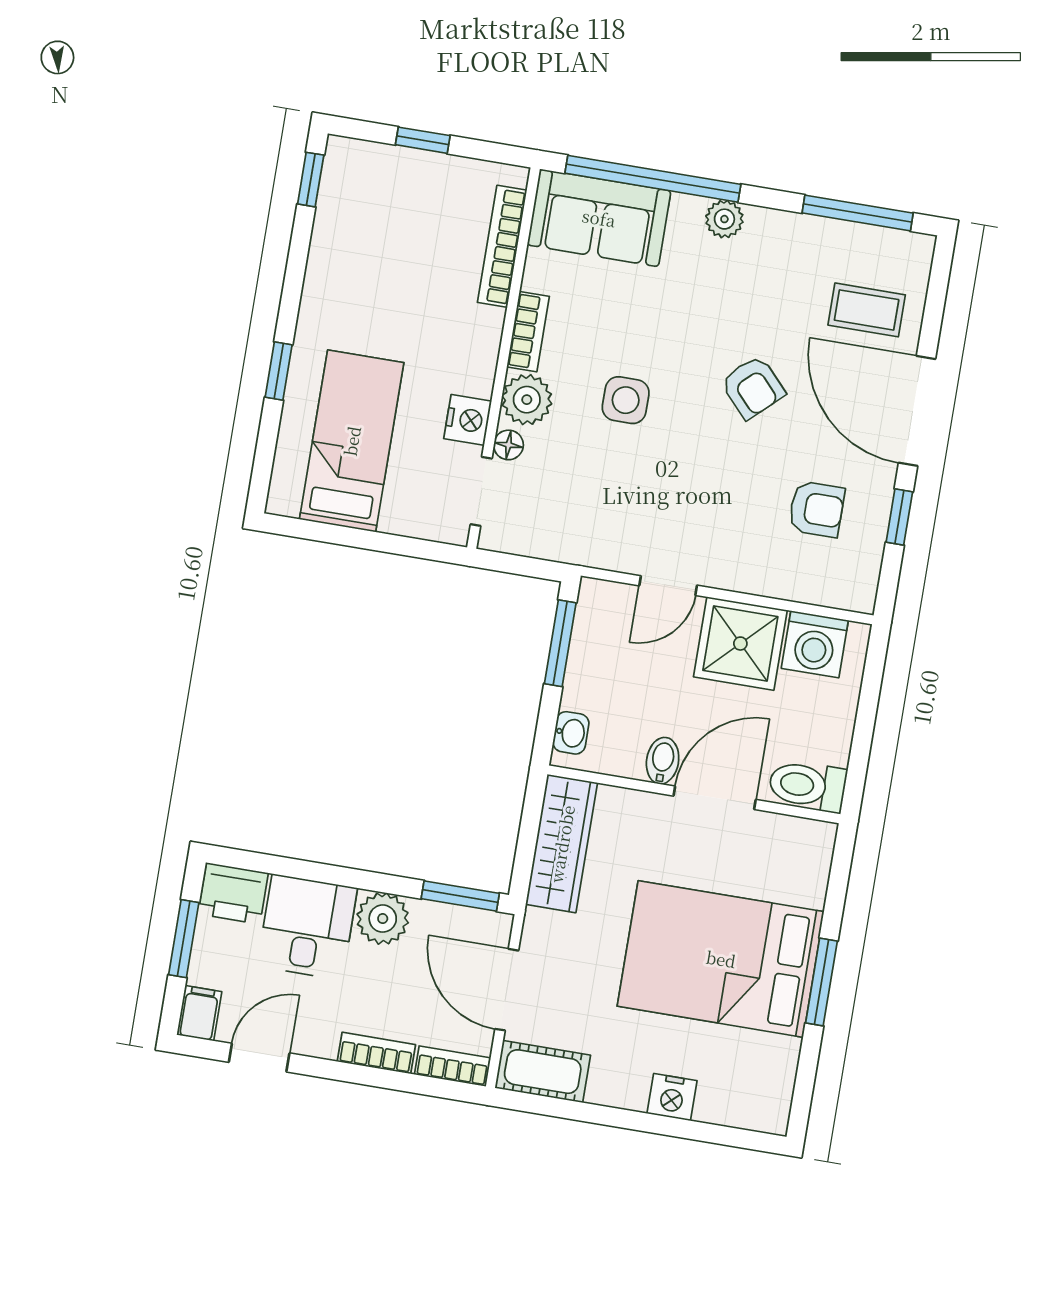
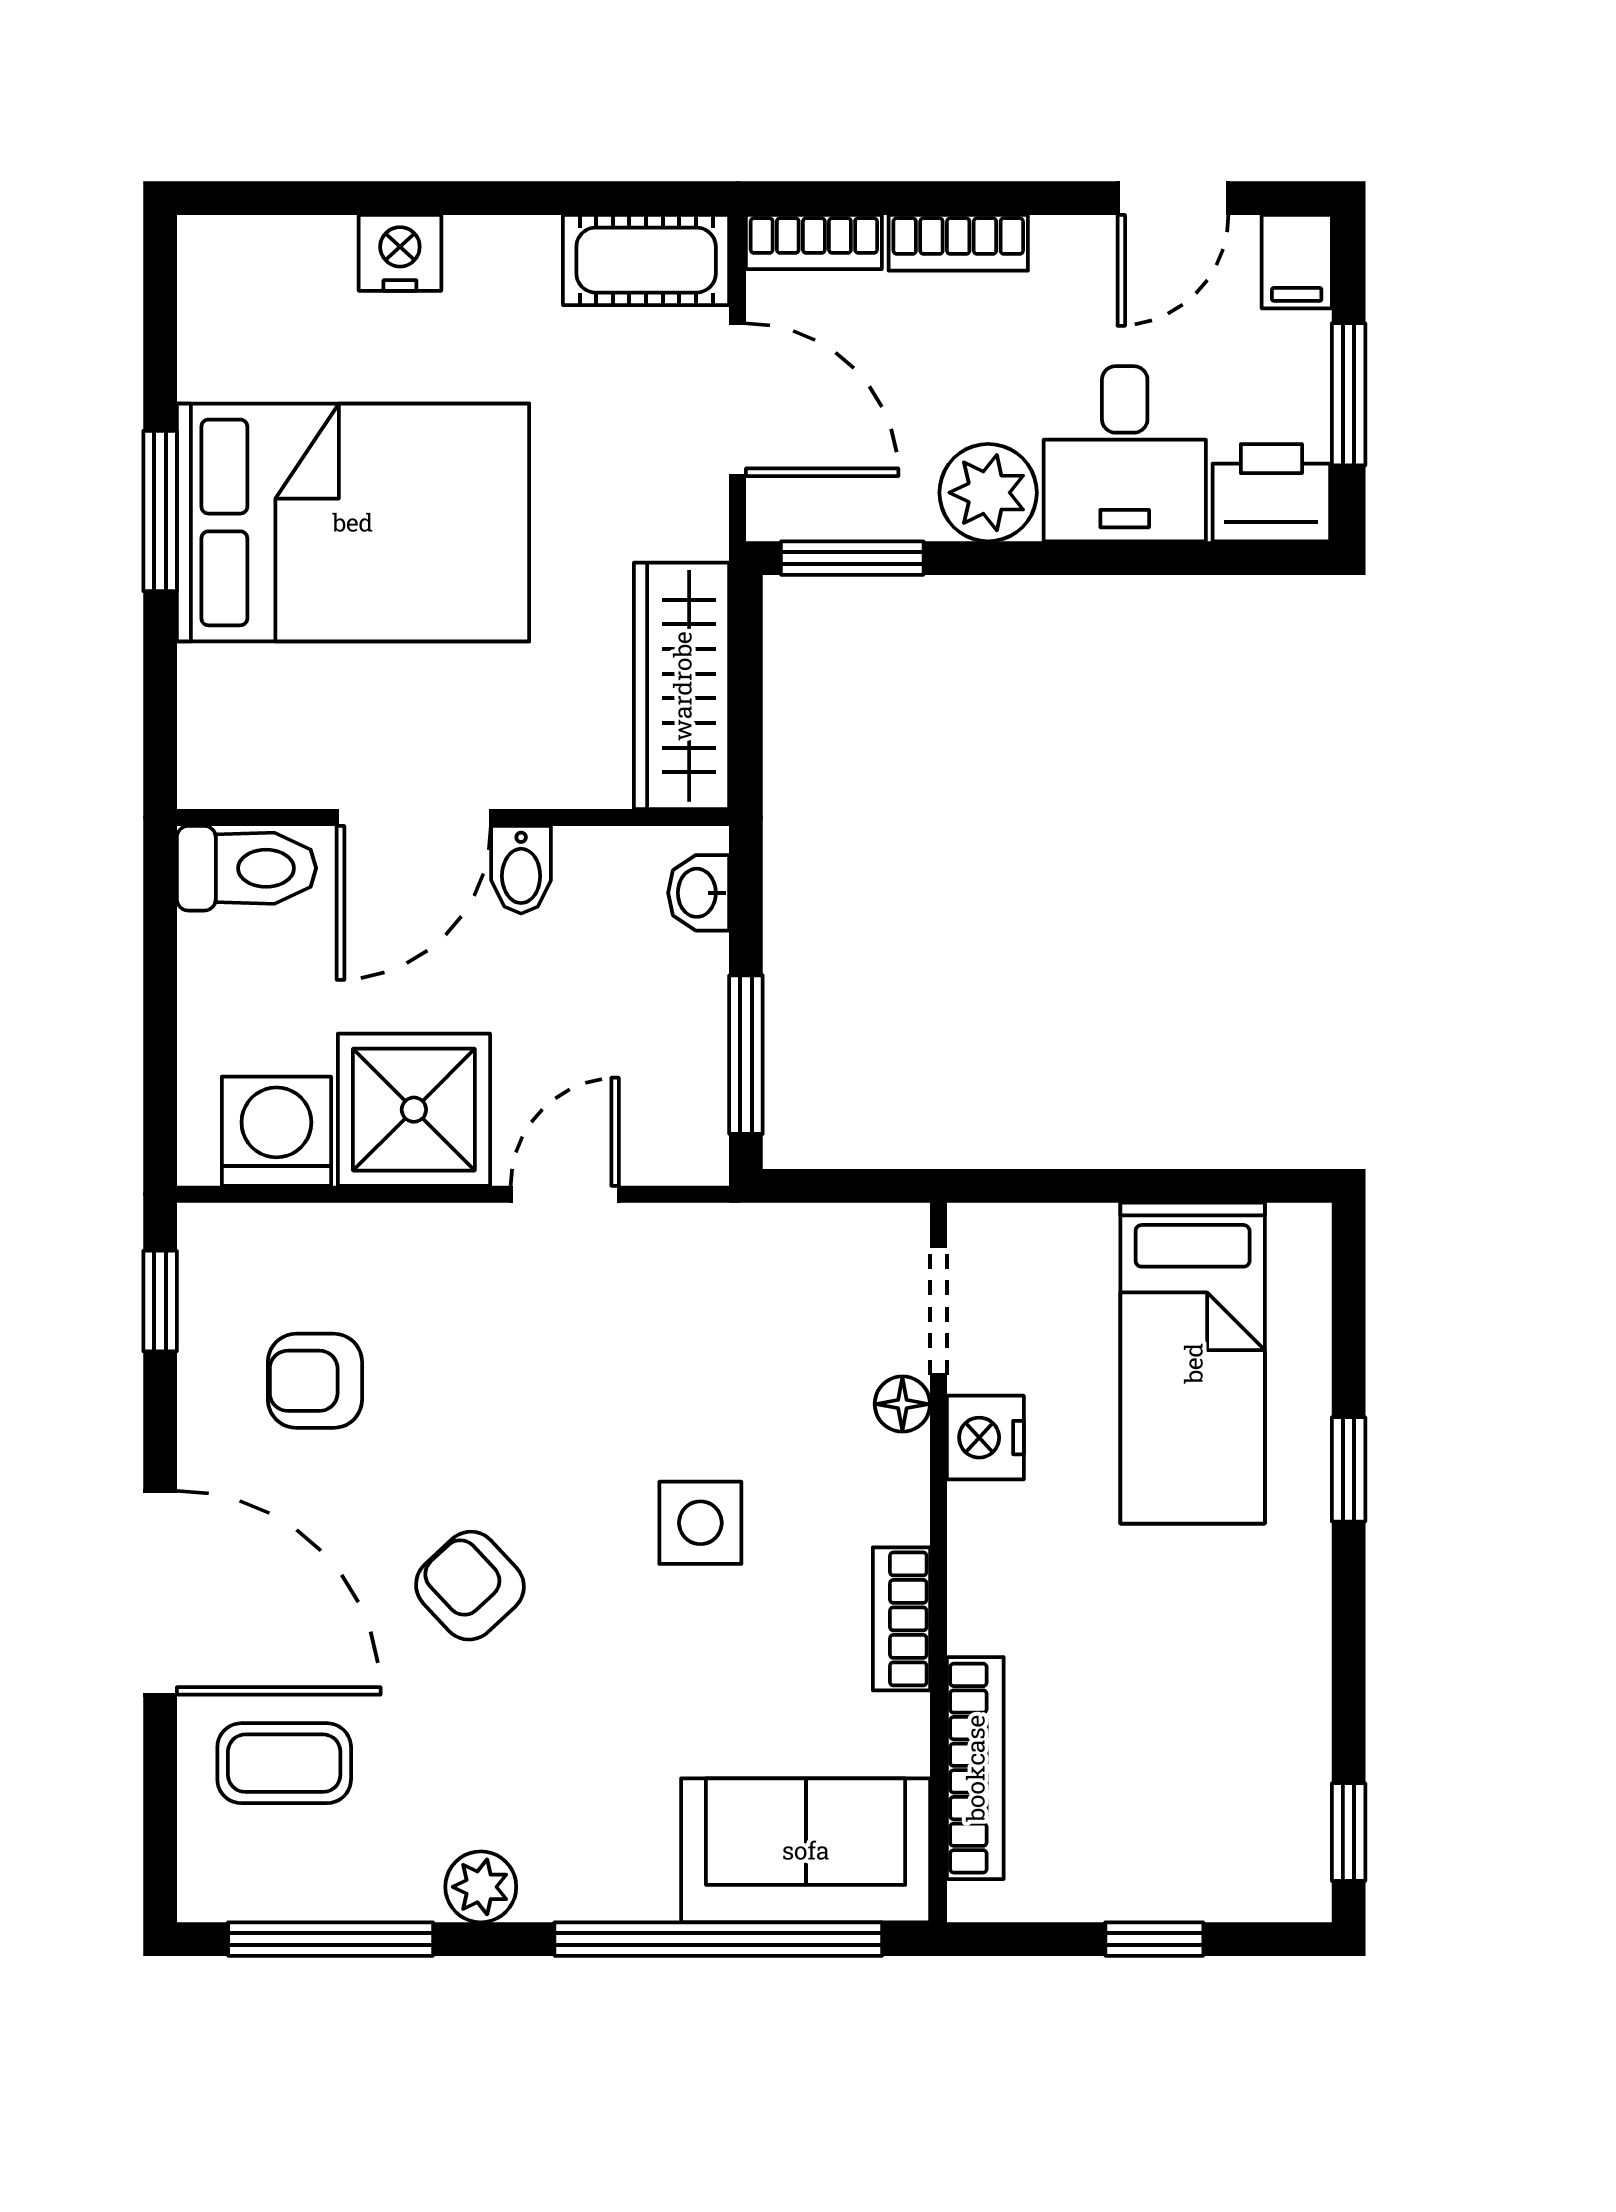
plant: (724, 219) -> (481, 1887), moved
plant: (527, 400) -> (883, 1493), removed
window: (899, 517) -> (160, 1301), moved

